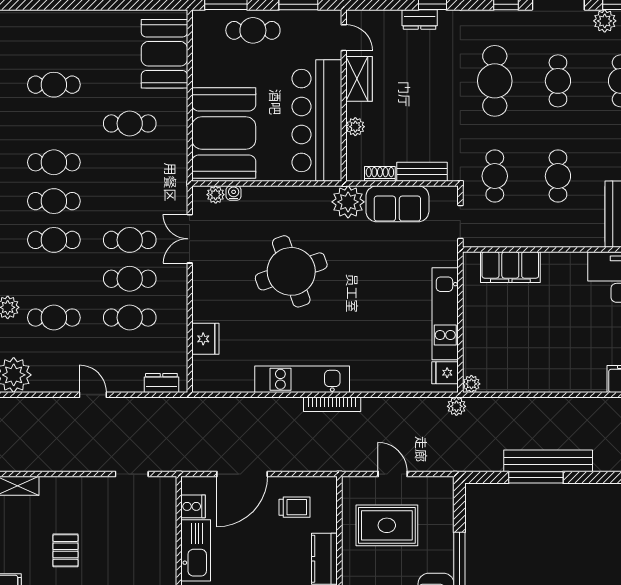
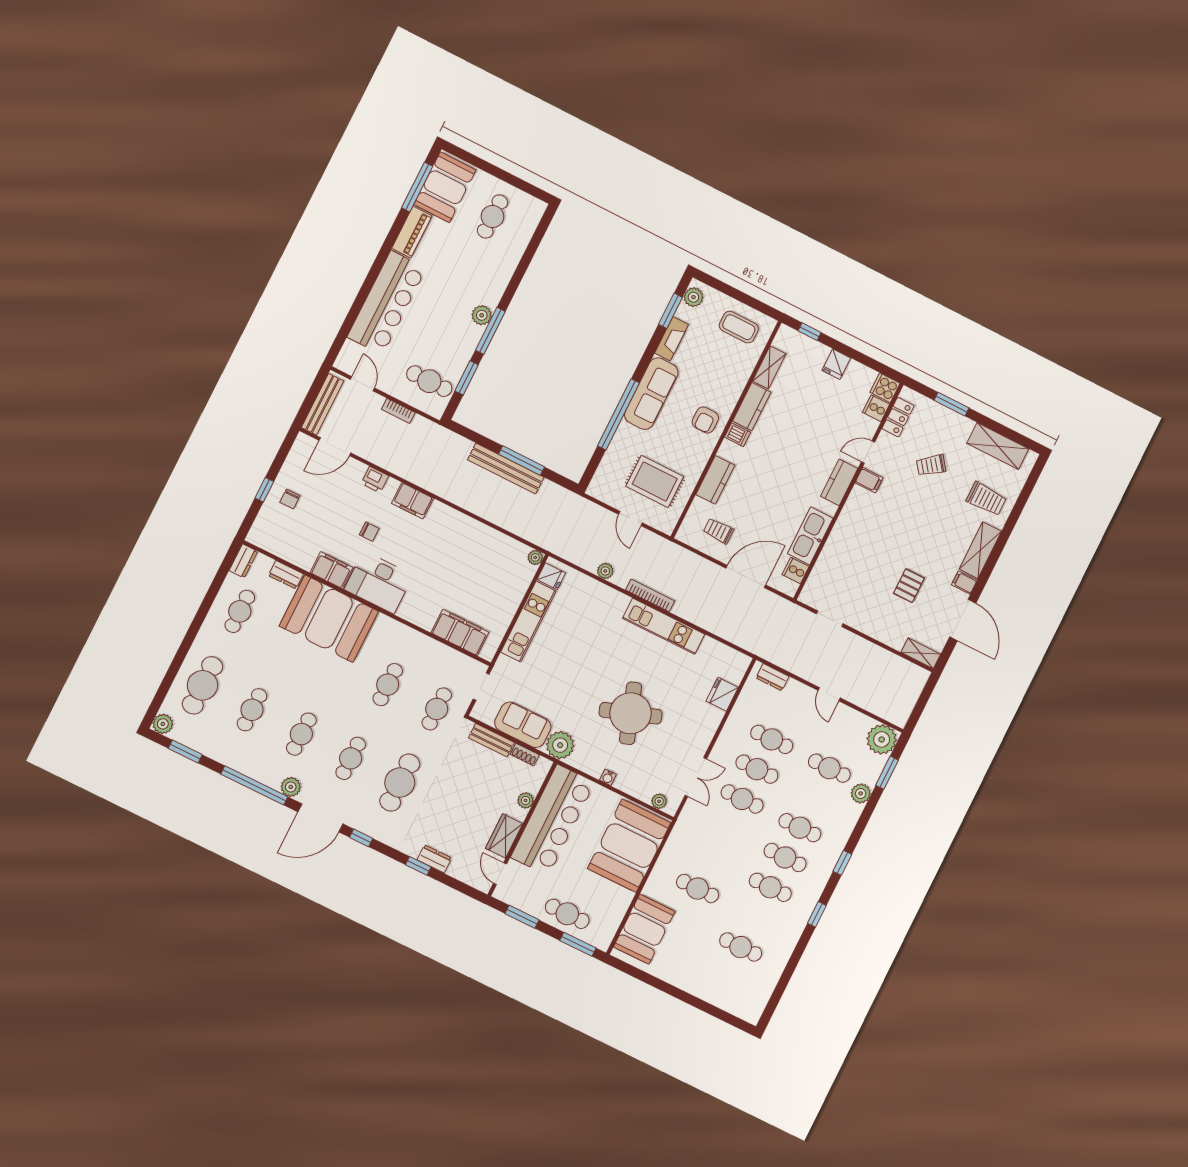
water cooler: (234, 193) -> (608, 777), moved
plant: (456, 406) -> (605, 571), moved

